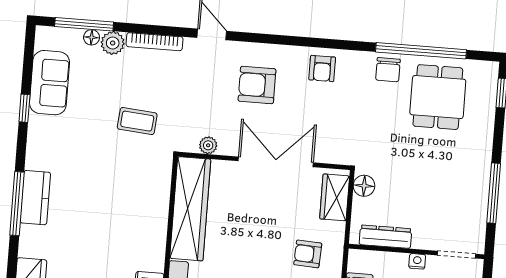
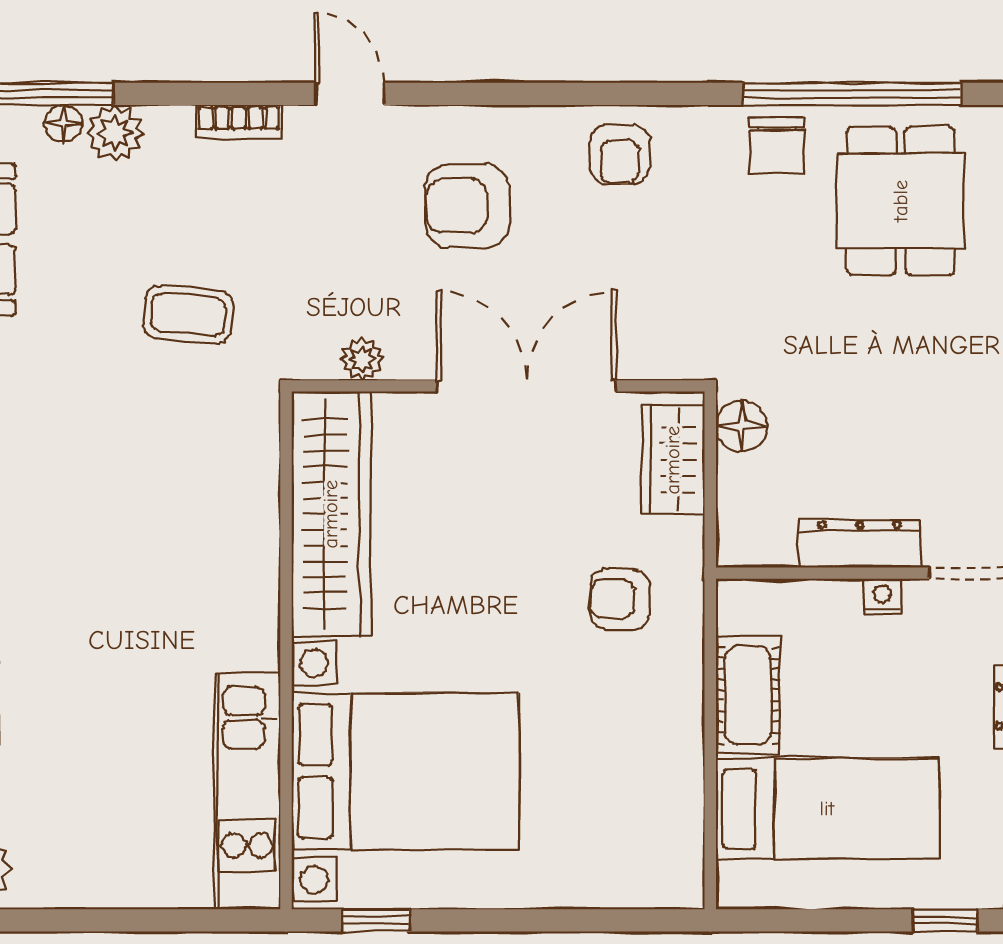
bookcase: (155, 42) -> (239, 122), width x0.64
dresser: (385, 237) -> (859, 544), moved

